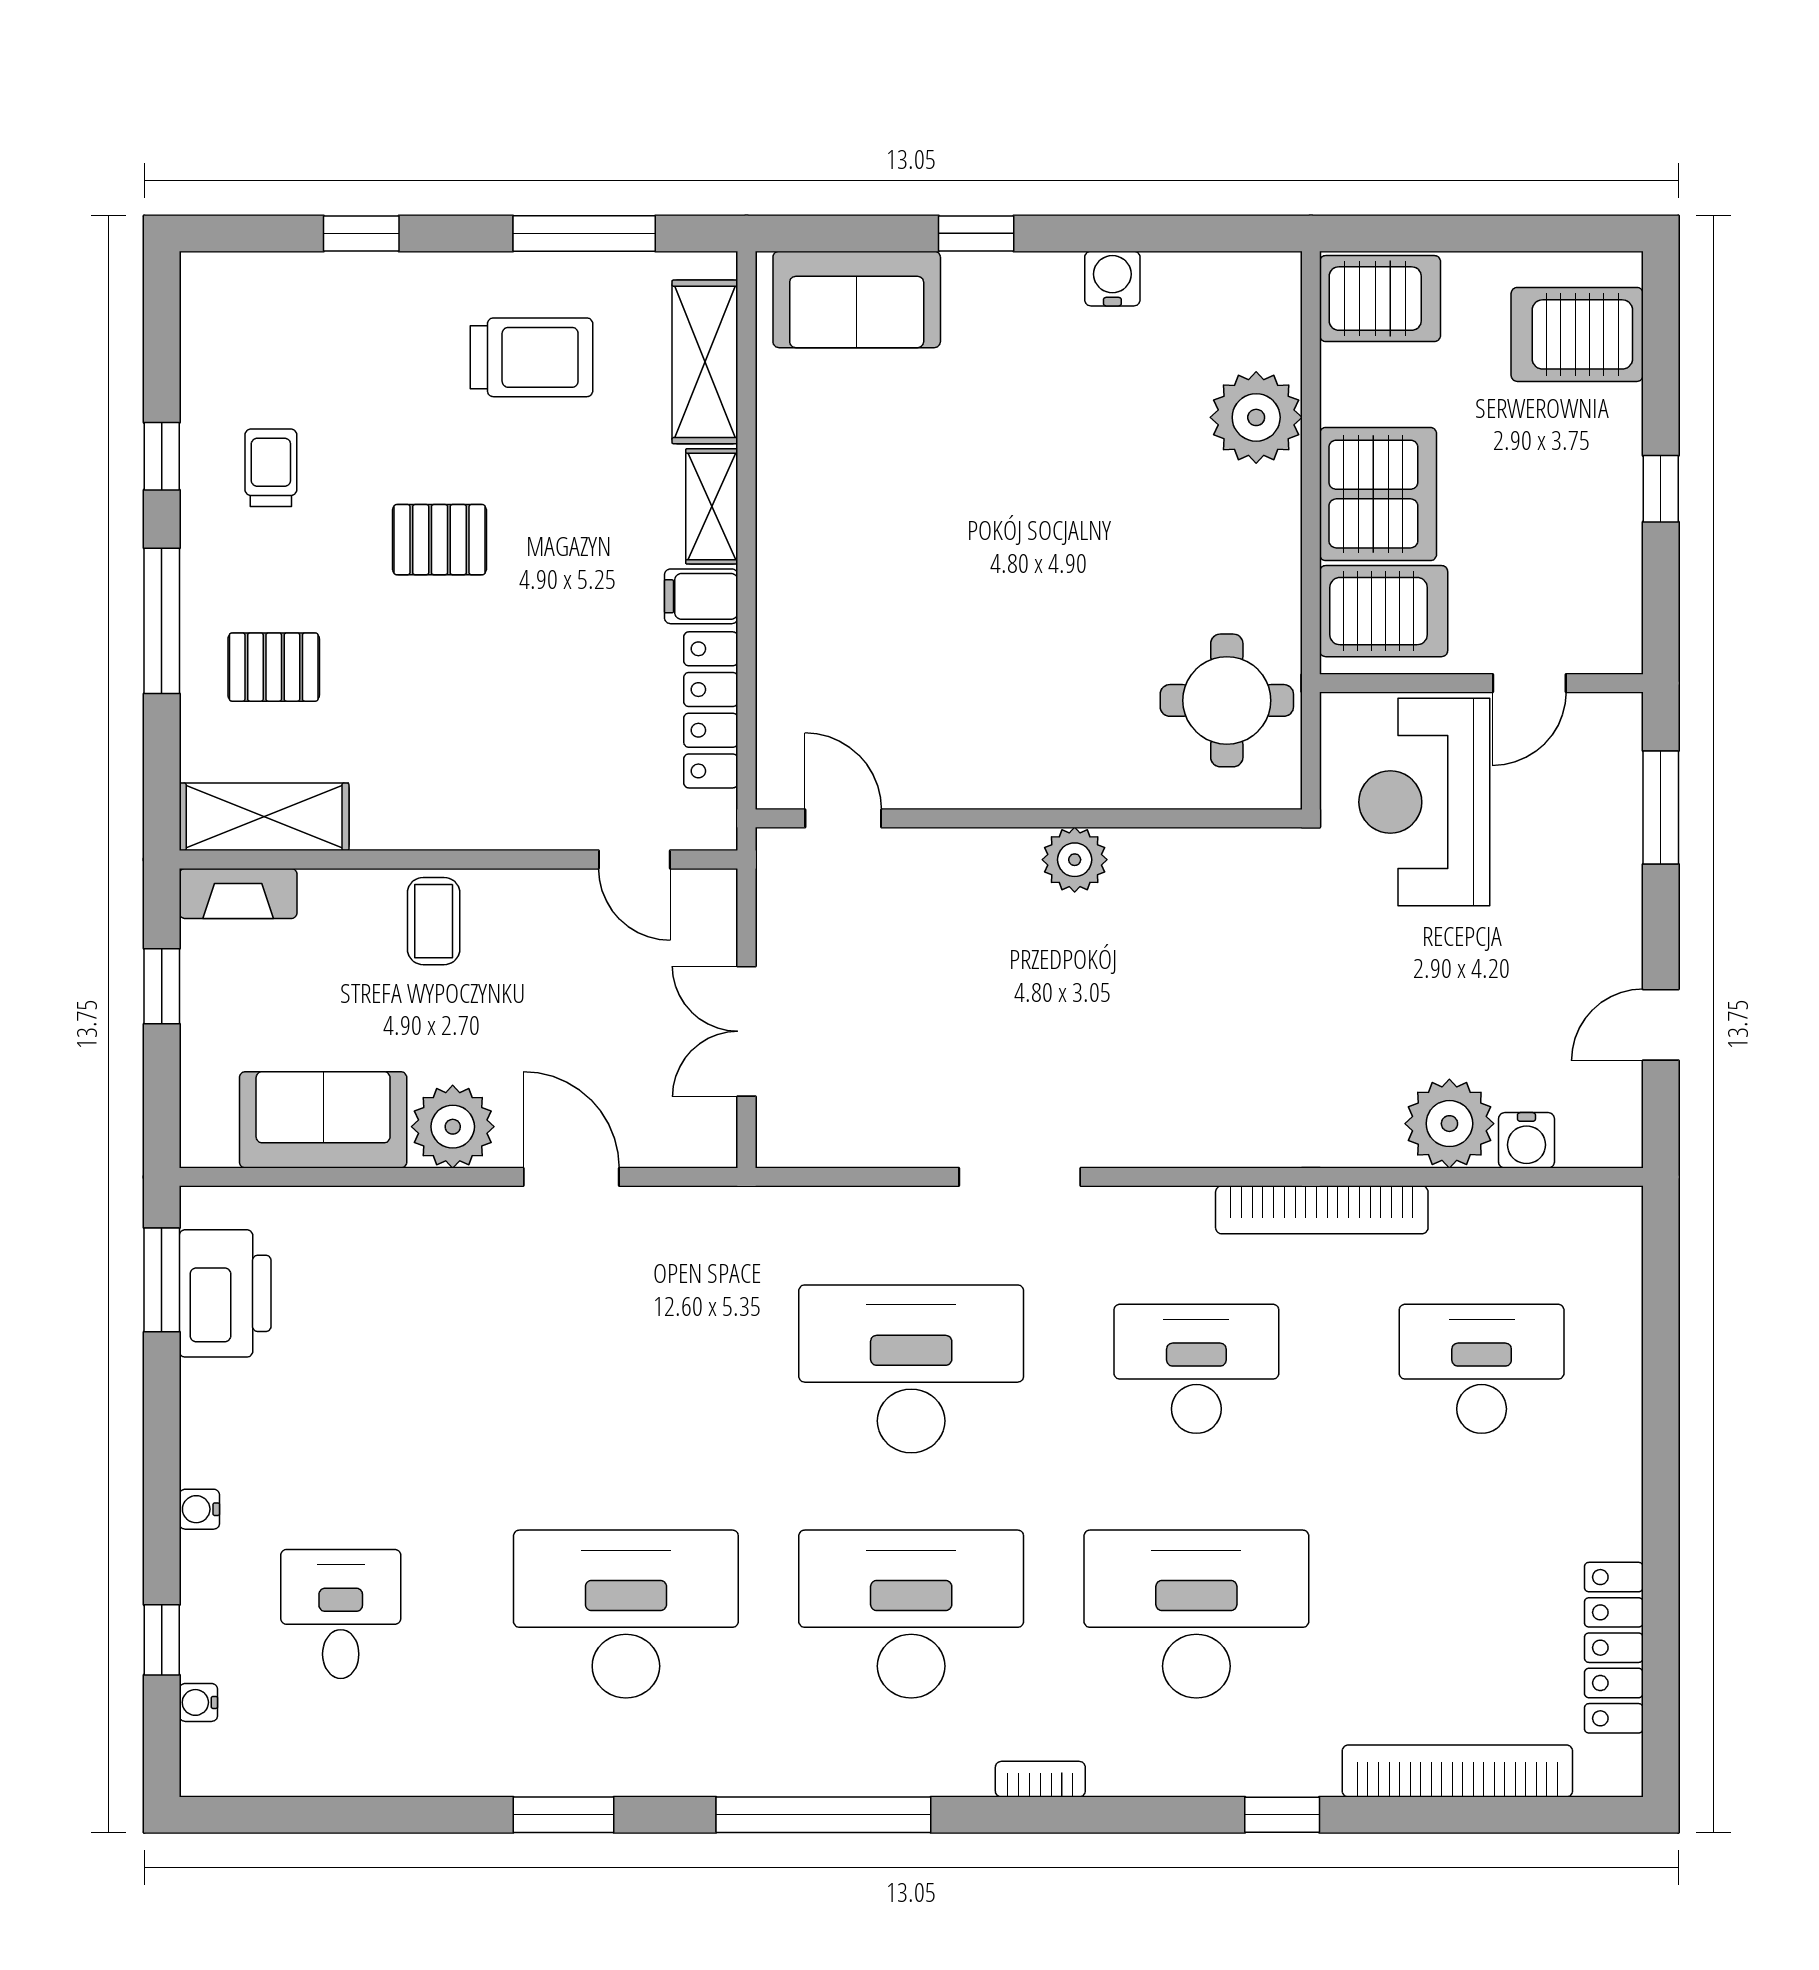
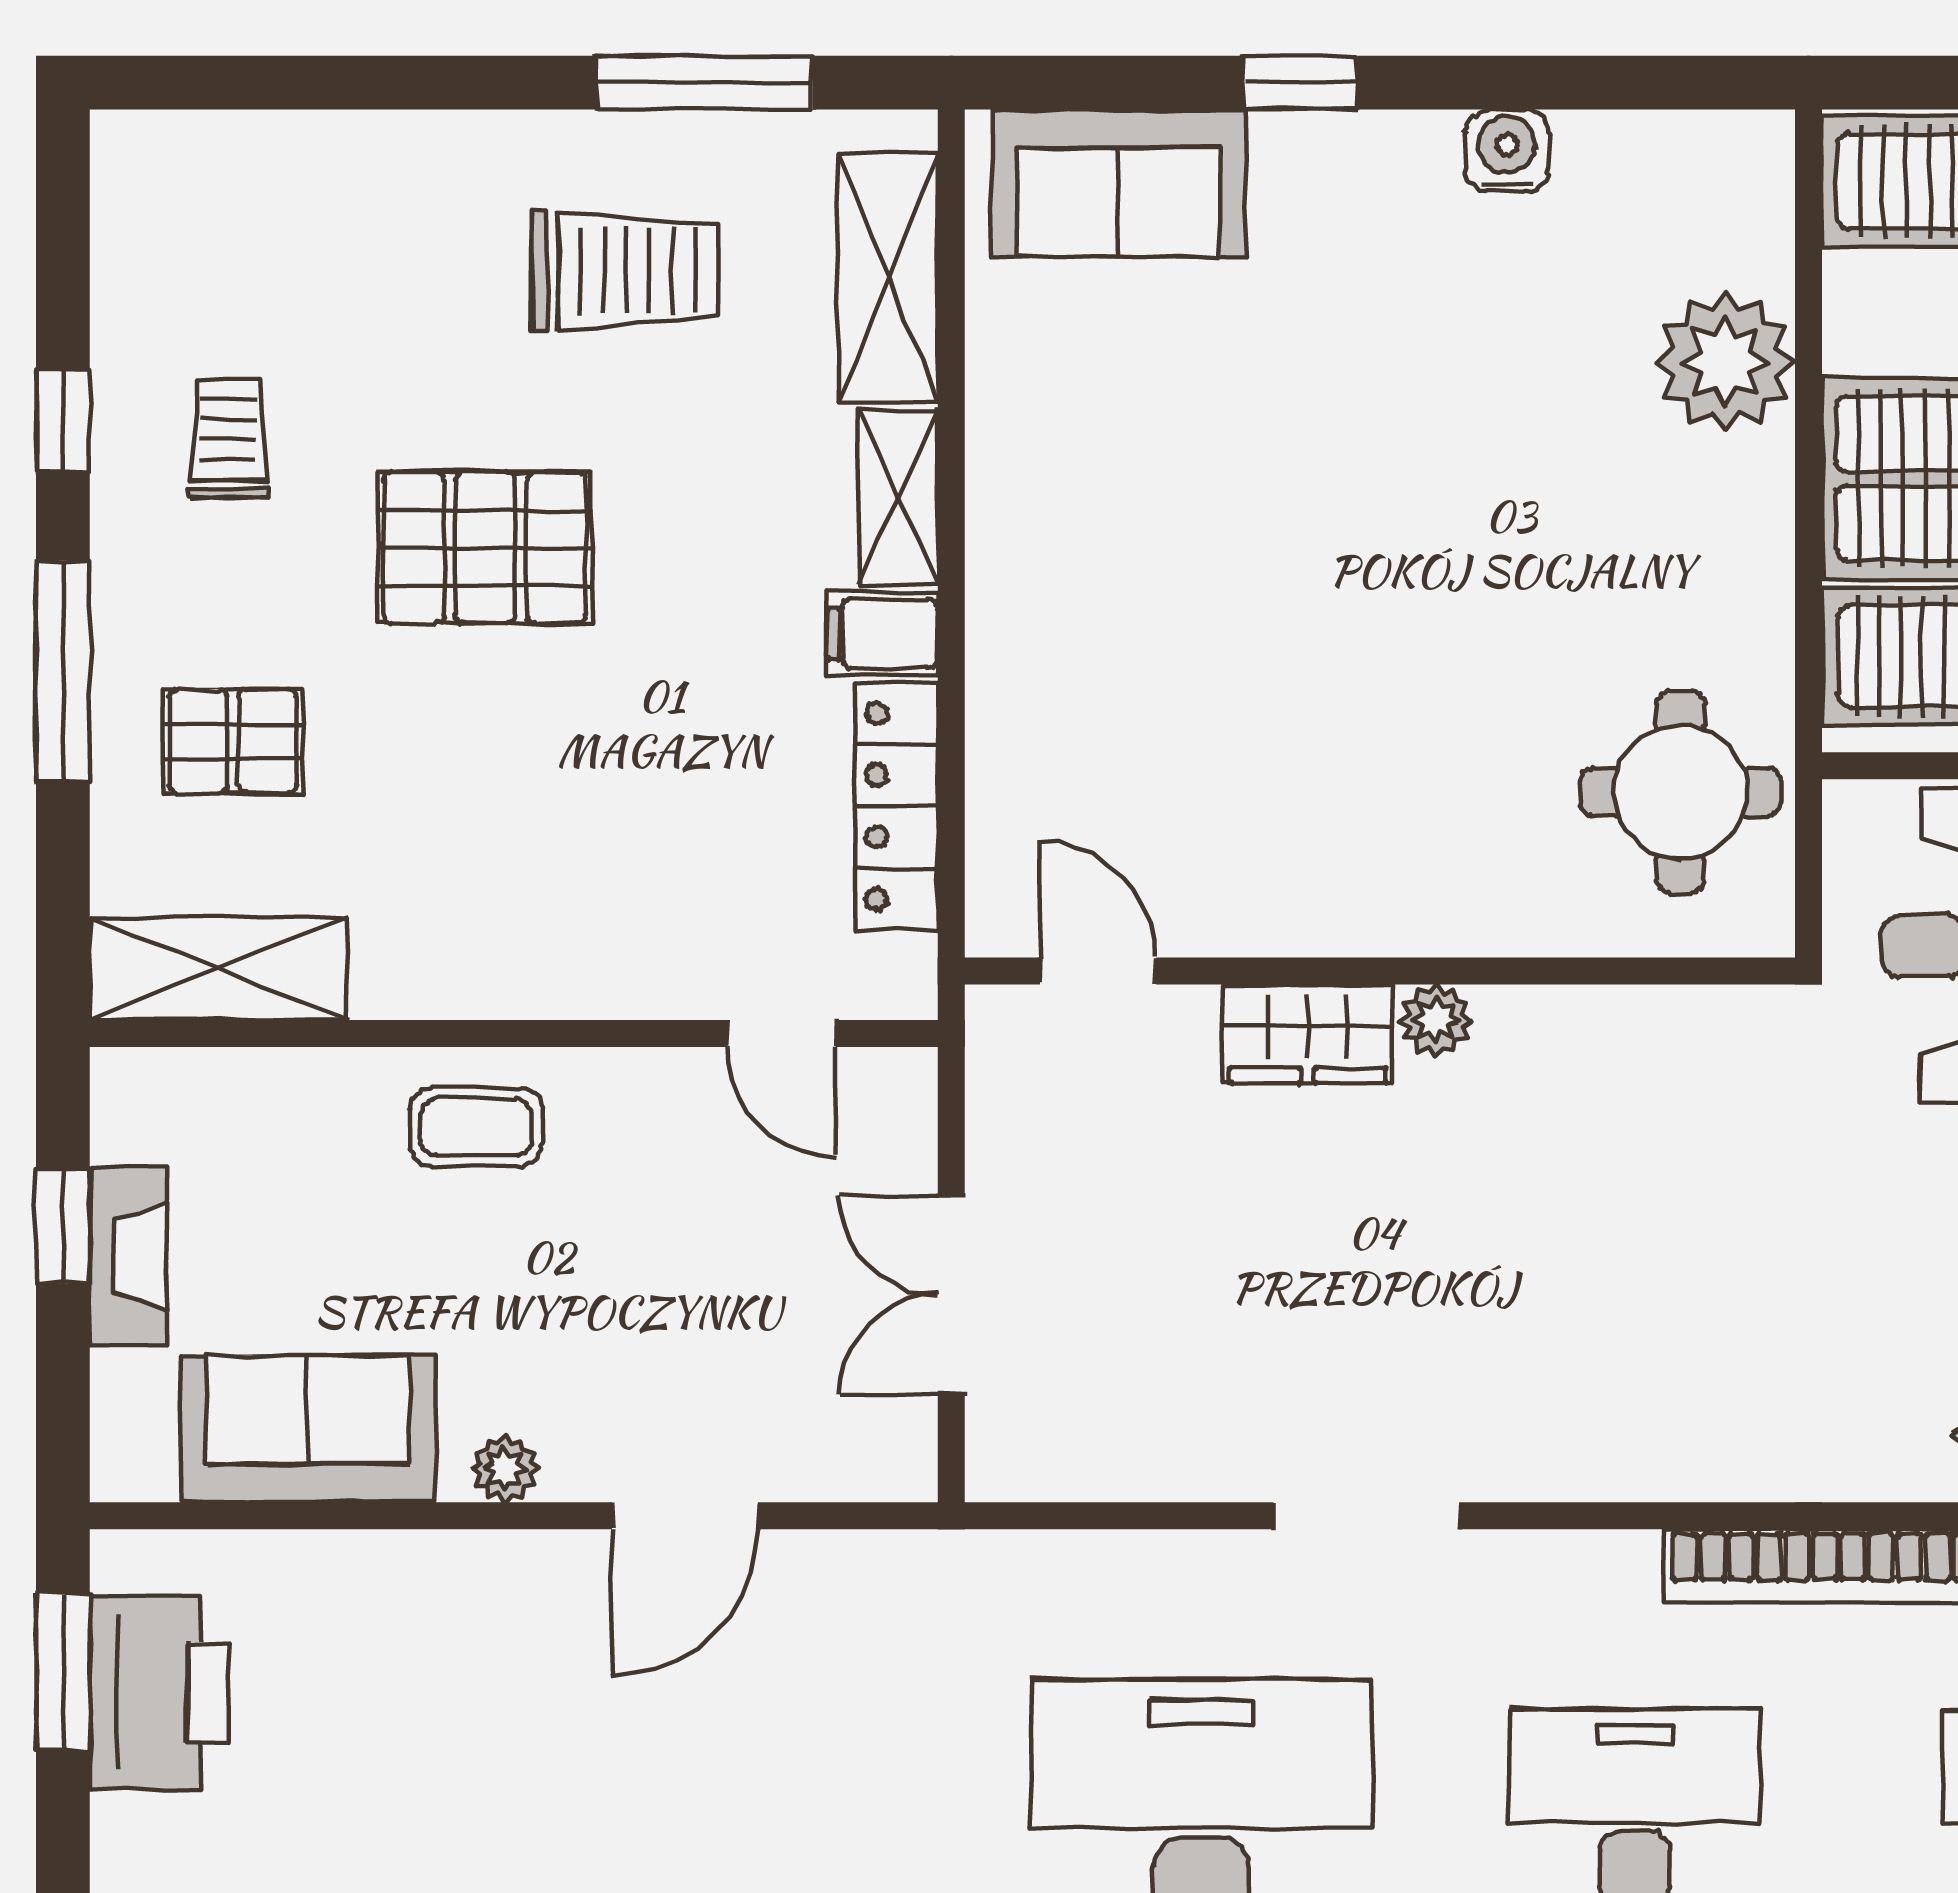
window: (361, 233) -> (366, 83), removed
pallet: (439, 540) -> (485, 548), width x1.50, depth x1.42
wardrobe: (981, 860) -> (1308, 1034), added
plant: (1075, 860) -> (1436, 1020), width x0.73, depth x0.73
fireplace: (238, 893) -> (128, 1257), moved, turned -90
coffee table: (434, 921) -> (476, 1127), turned 90
plant: (453, 1127) -> (505, 1469), width x0.53, depth x0.53
door: (571, 1177) -> (685, 1516), swing flipped

